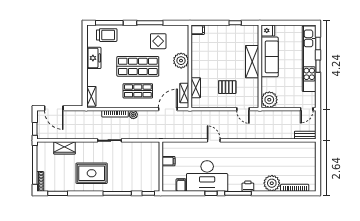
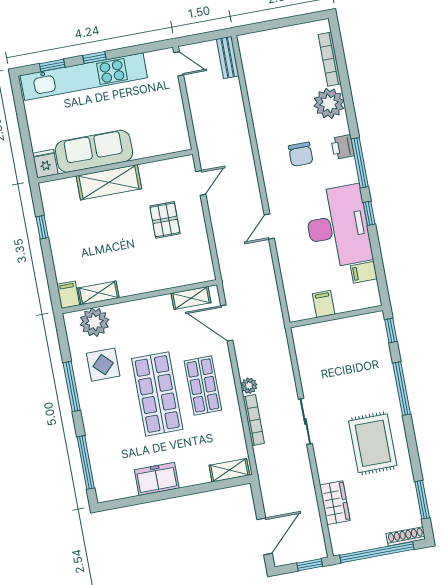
trolley: (107, 35) -> (109, 463), removed
plant: (181, 61) -> (94, 322), moved
shelving: (196, 88) -> (98, 293), moved
plant: (269, 100) -> (174, 137), removed
chair: (248, 164) -> (301, 154), added

